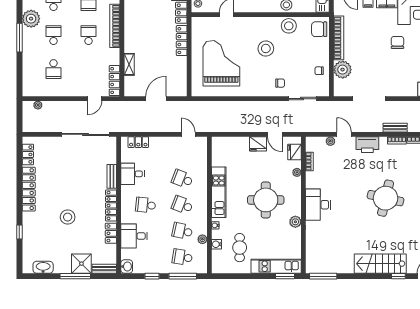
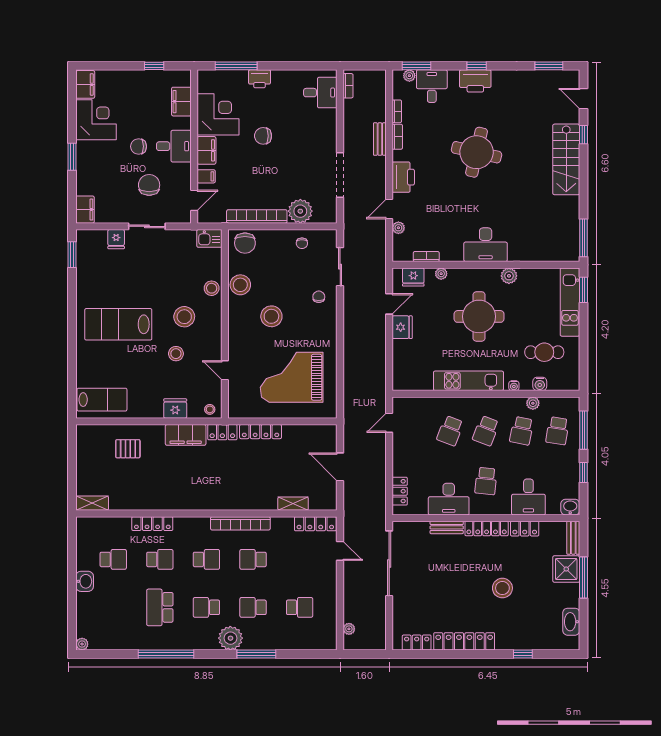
desk: (132, 174) -> (449, 499), width x1.37

